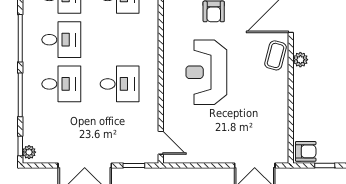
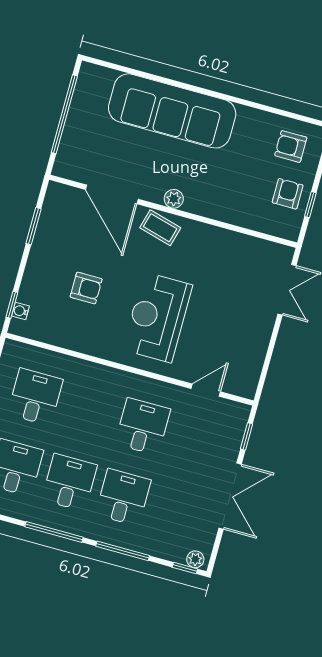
reception desk: (206, 72) -> (158, 317), turned 90
door: (161, 143) -> (206, 390), moved
armchair: (306, 151) -> (288, 194), moved

